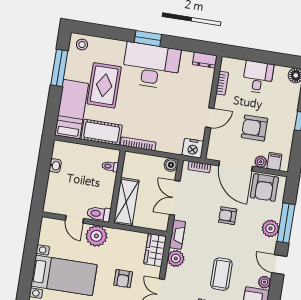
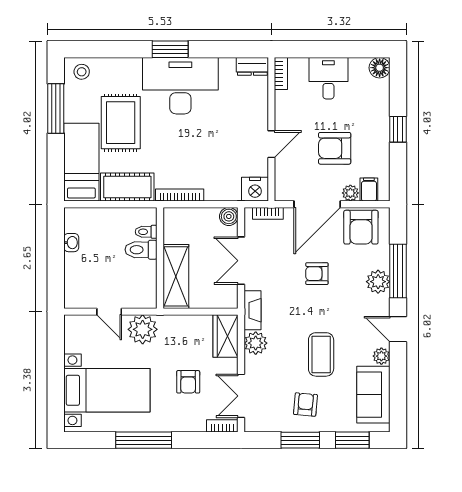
bookcase: (222, 83) -> (281, 73), moved
door: (236, 166) -> (317, 204), hinge flipped
toilet: (99, 214) -> (141, 250), moved

